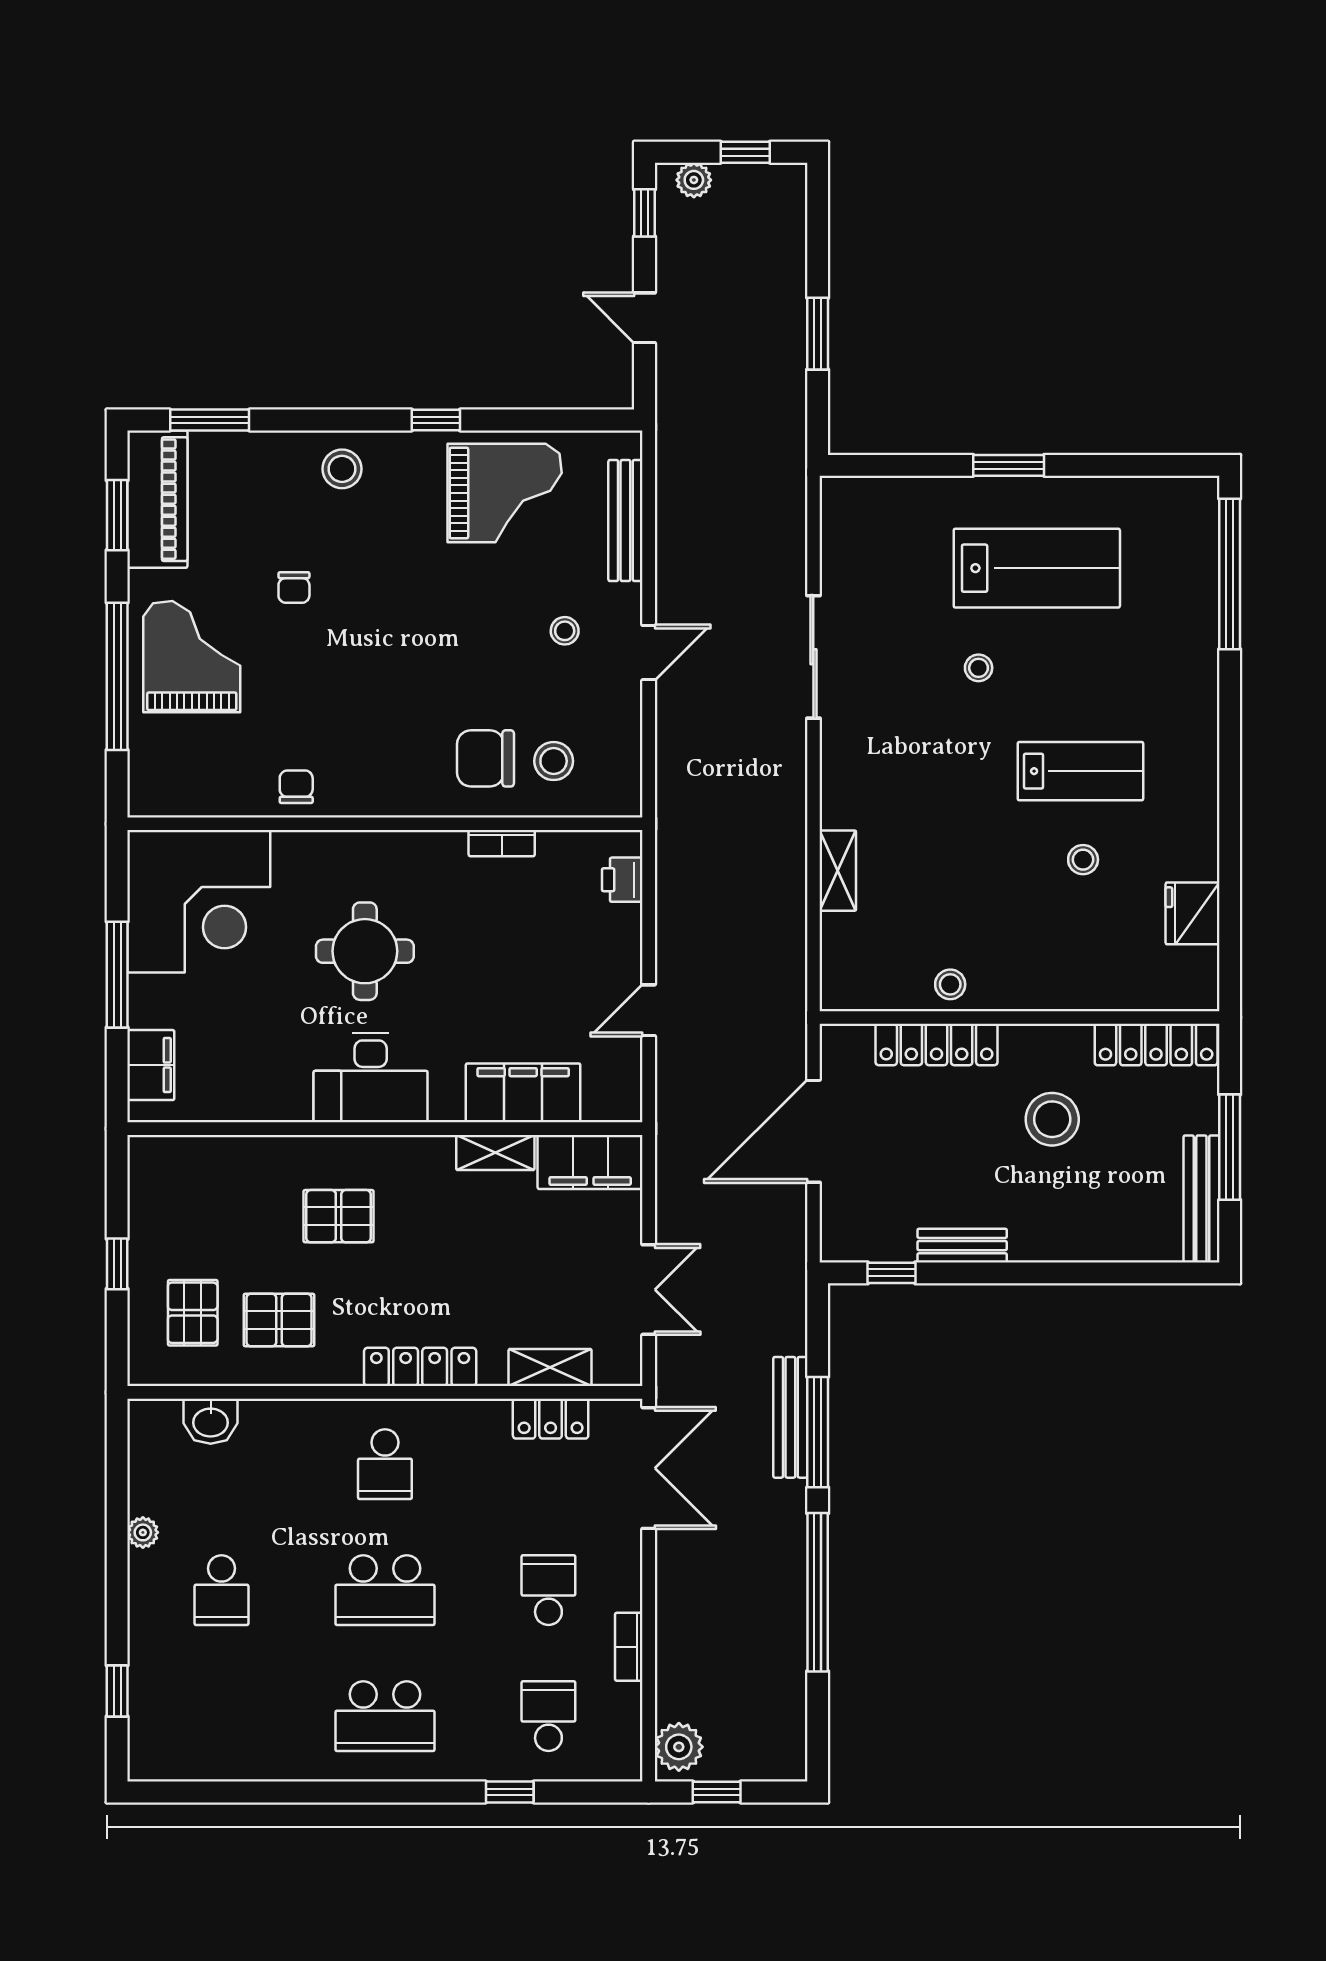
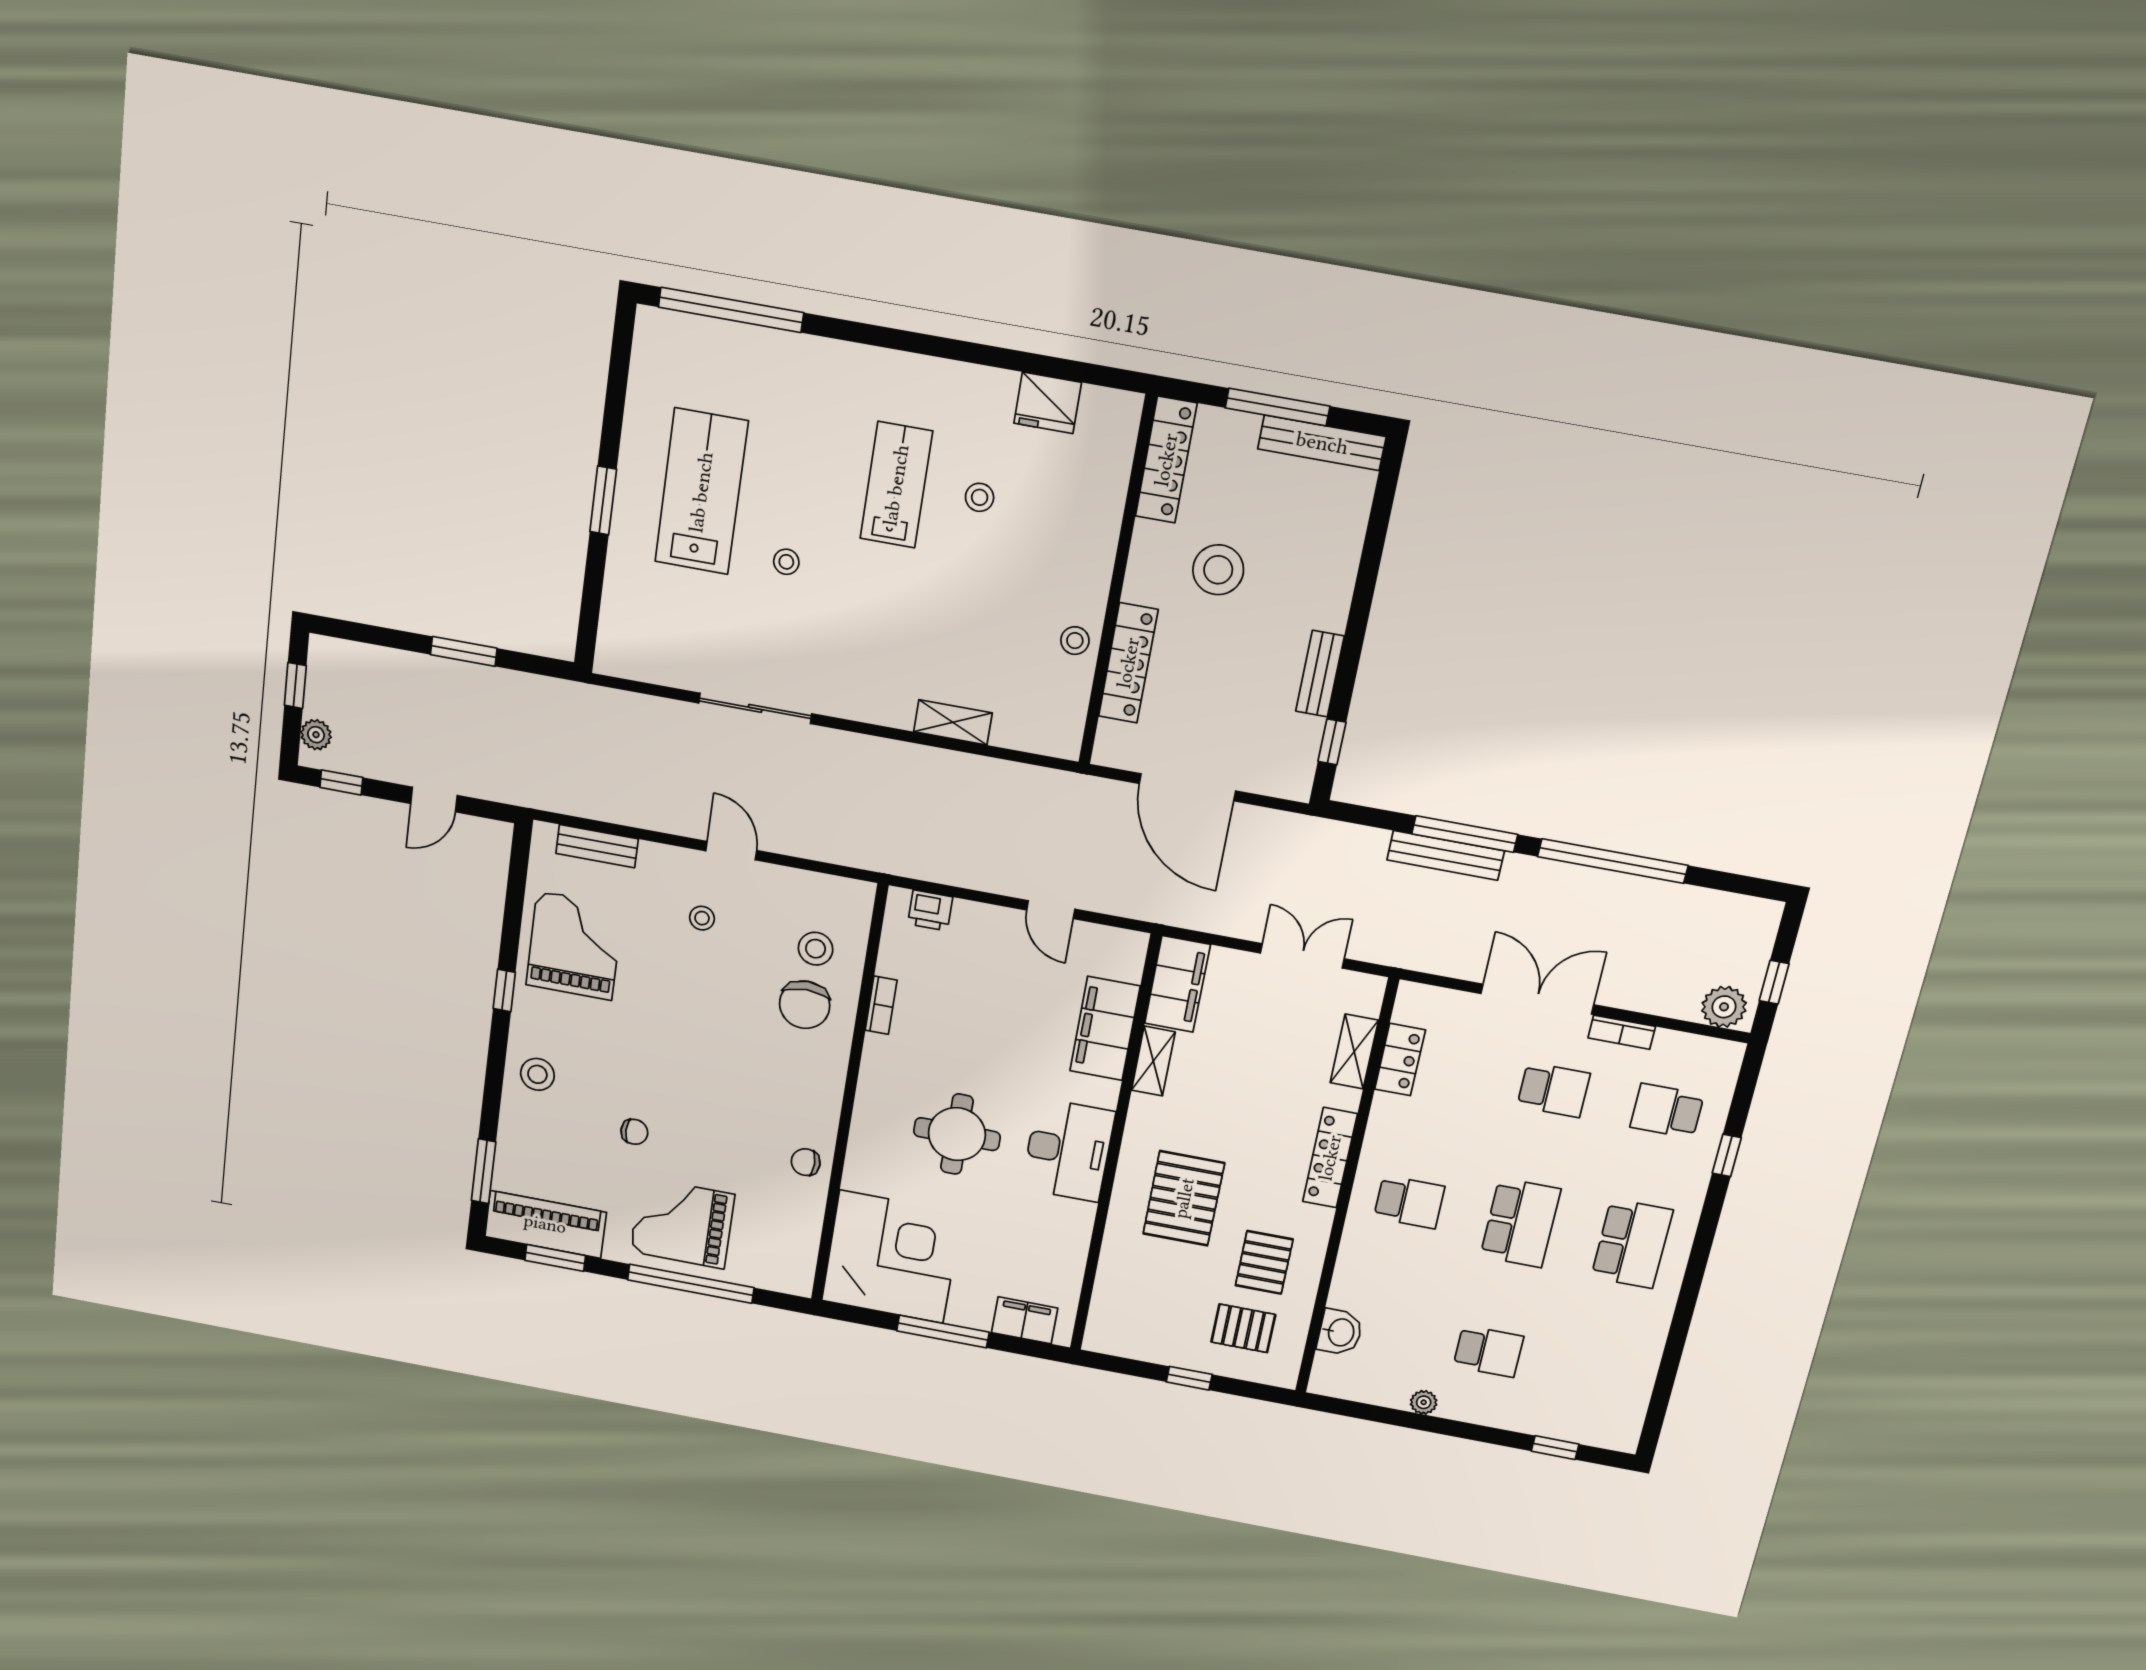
bench: (625, 521) -> (597, 846), width x0.73
pallet: (339, 1216) -> (1184, 1198), width x1.50, depth x1.42
double door: (649, 1468) -> (1537, 999), moved
school desk: (548, 1590) -> (1554, 1090), turned 180

